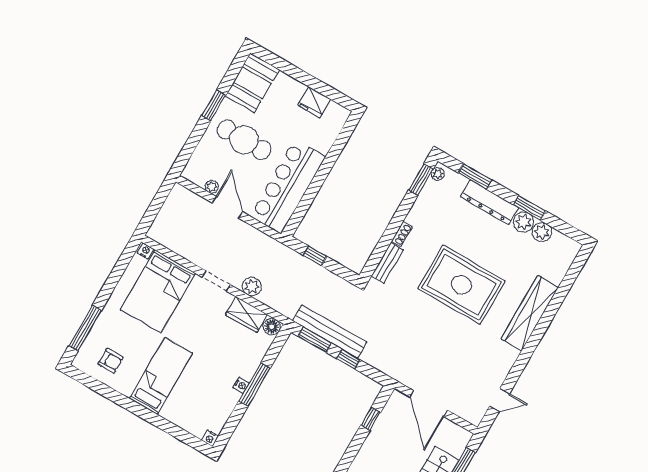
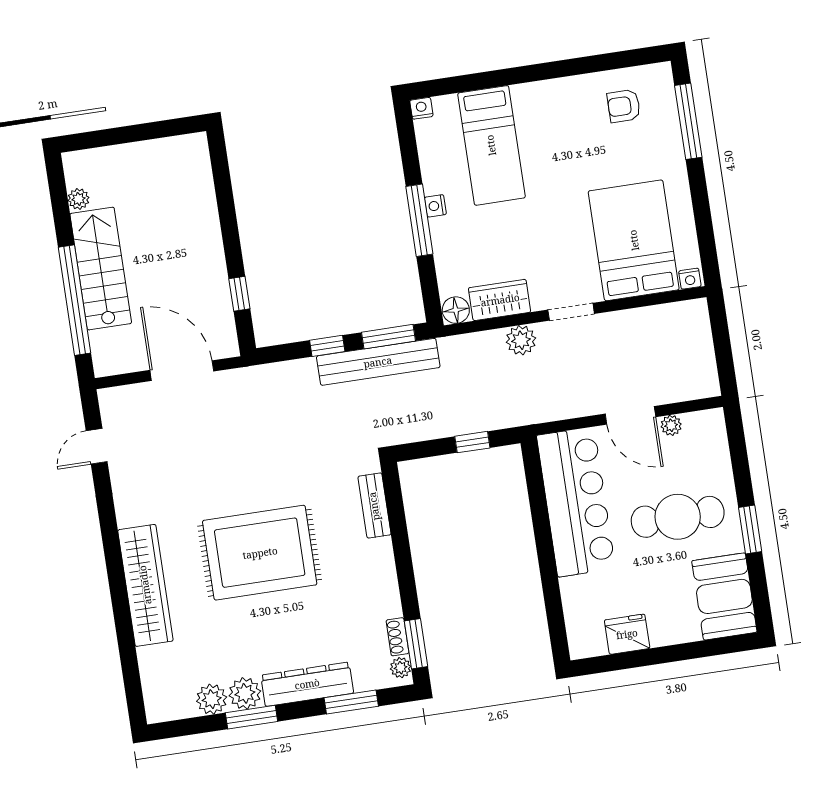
shoe rack: (402, 234) -> (397, 637), moved
bed: (161, 376) -> (491, 145), moved

